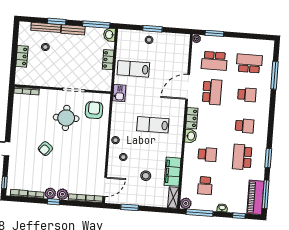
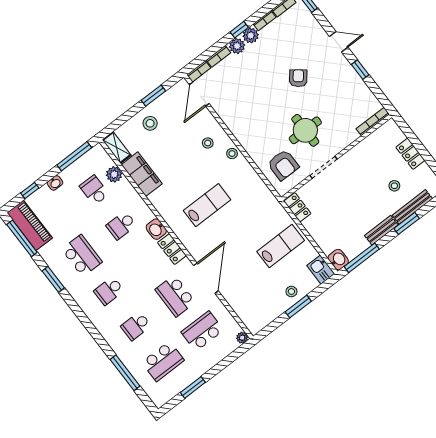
window: (214, 33) -> (193, 387), moved
locker: (108, 60) -> (297, 207), moved
kitchen sink: (119, 93) -> (321, 270), moved
window: (9, 124) -> (360, 70), added
stool: (146, 176) -> (150, 123), moved
plant: (186, 203) -> (114, 174), moved

